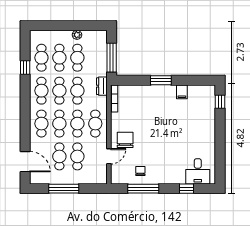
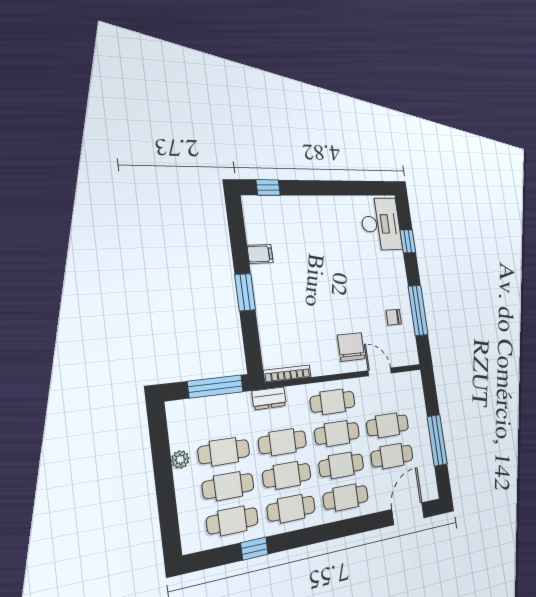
chair: (125, 140) -> (351, 347), turned 90
desk: (198, 171) -> (381, 224), width x1.37

